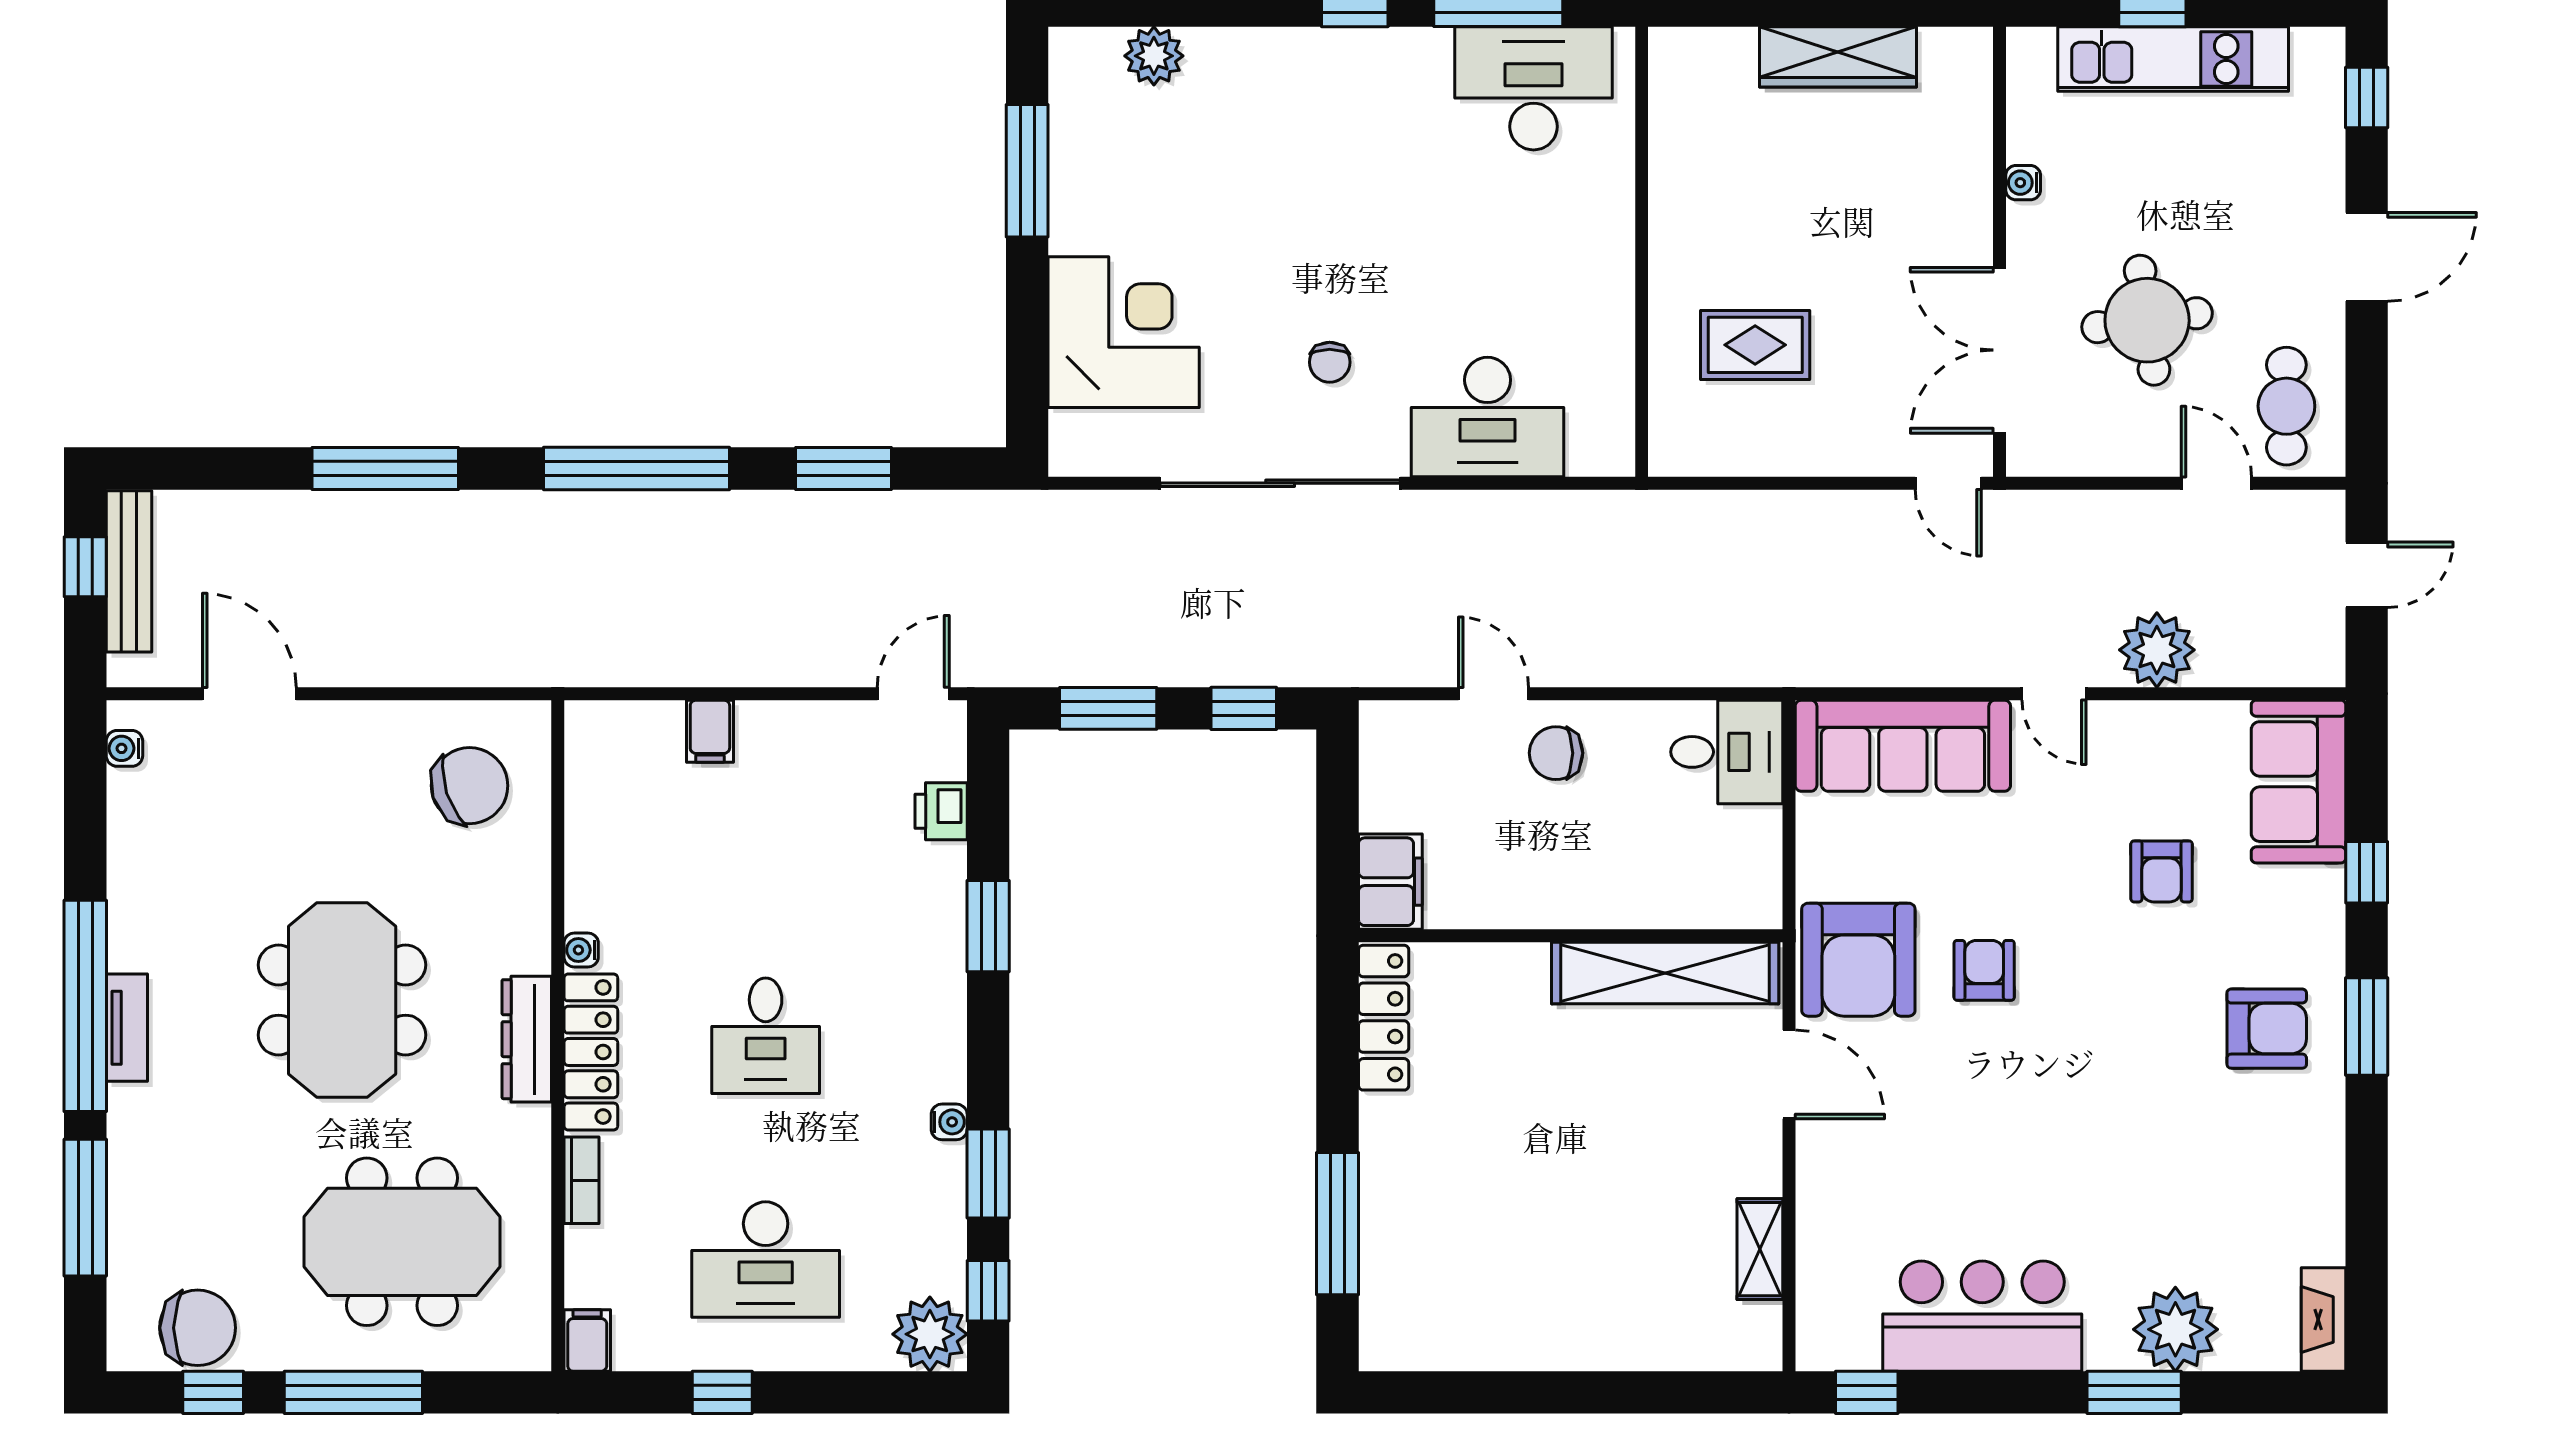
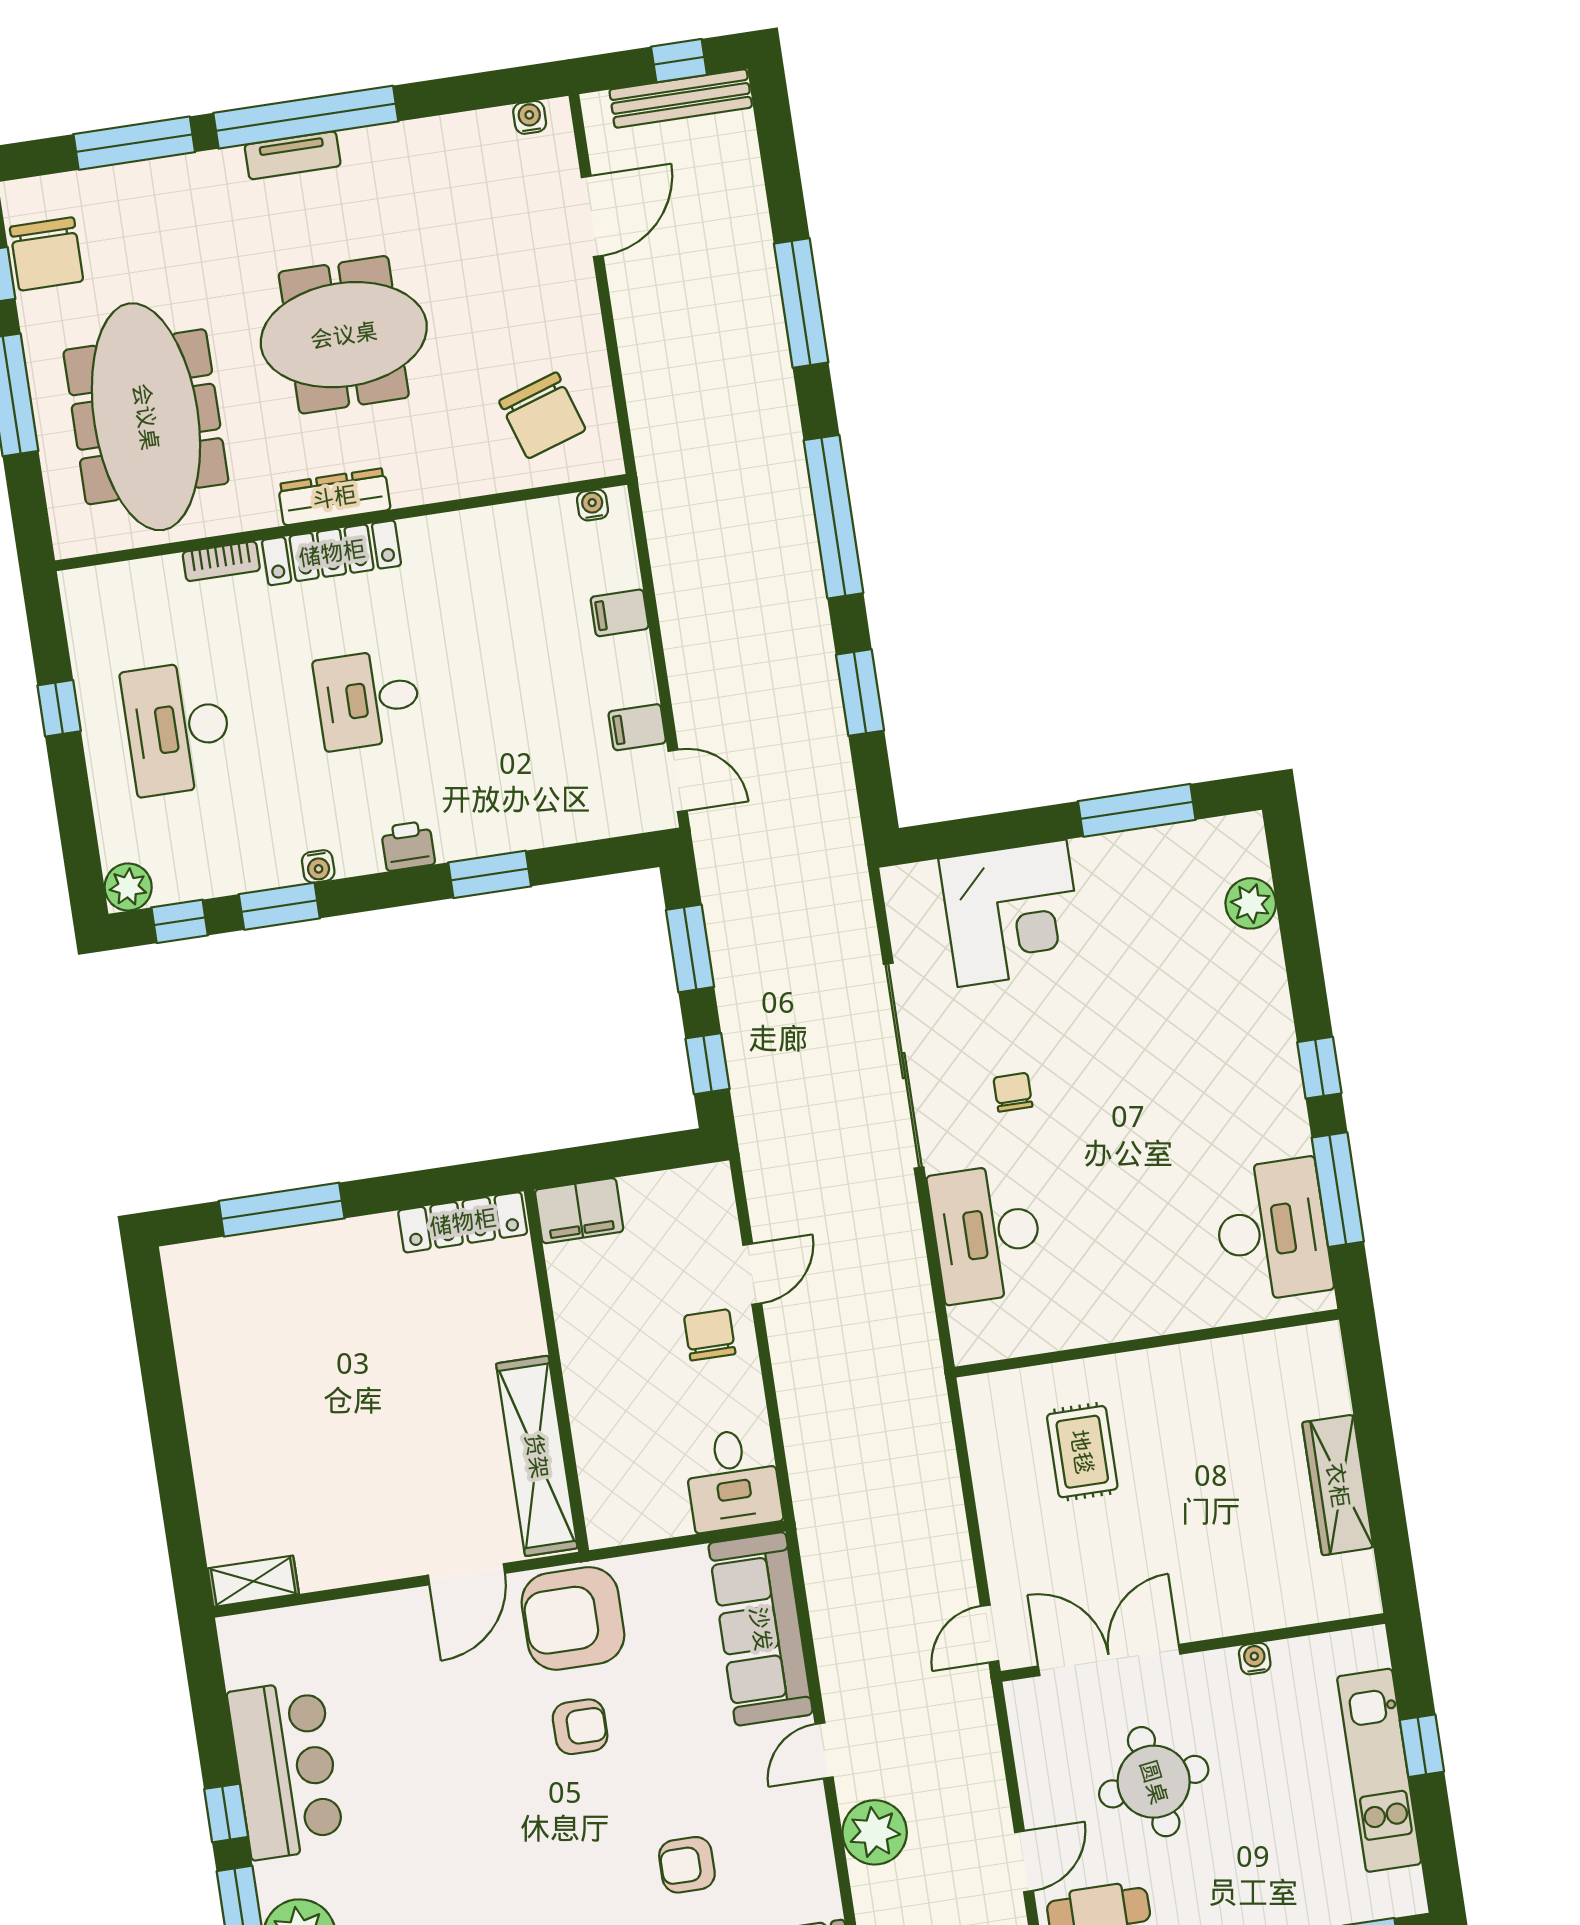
chair: (1330, 362) -> (1013, 1092), turned 90
printer: (941, 811) -> (408, 846), moved
water cooler: (581, 950) -> (593, 505), moved
meeting table: (402, 1242) -> (146, 417), width x1.36
shelving: (1760, 1249) -> (253, 1581), moved
plant: (930, 1334) -> (128, 887), width x0.73, depth x0.73
filing cabinet: (587, 1341) -> (637, 727), moved, turned 180
window: (1867, 1392) -> (226, 1813), moved

